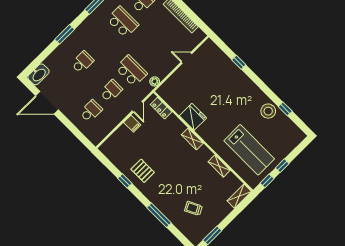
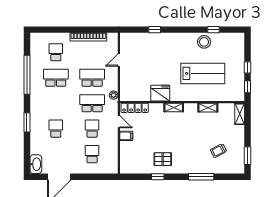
school desk: (151, 51) -> (92, 78), added
locker: (161, 108) -> (135, 108), width x1.53
lab bench: (249, 150) -> (203, 73), moved

